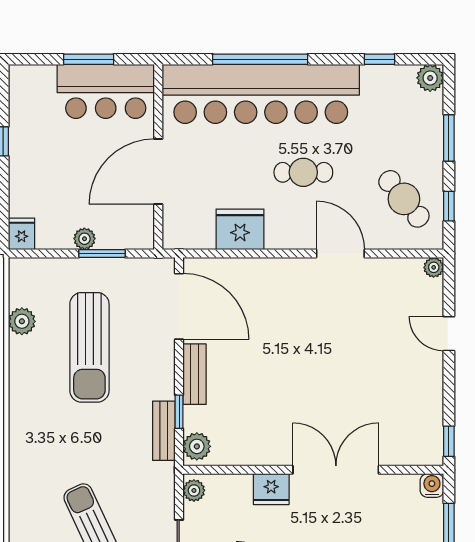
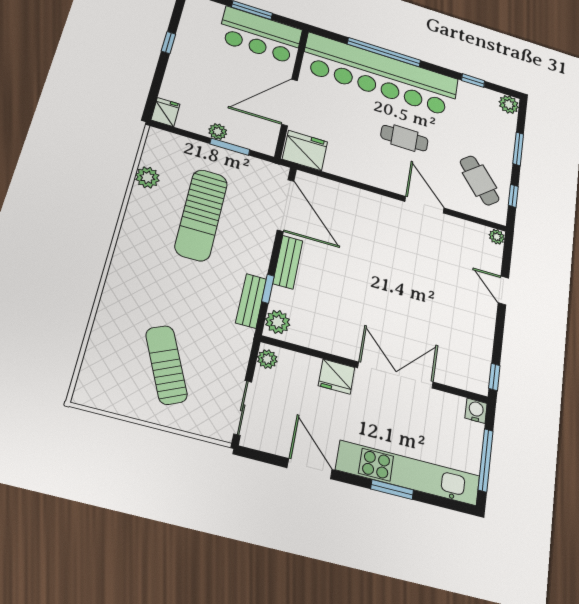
fridge: (240, 229) -> (305, 150), moved

